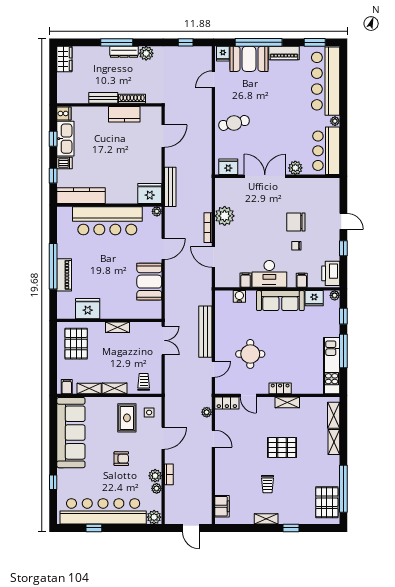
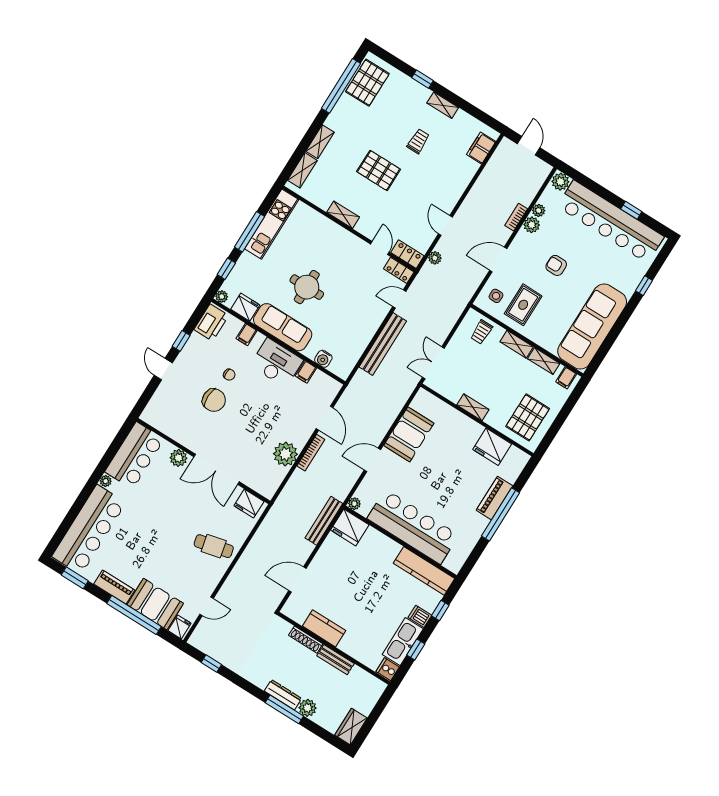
plant: (146, 53) -> (308, 708), moved
round table: (250, 354) -> (307, 287), moved
locker: (280, 388) -> (399, 270), moved

